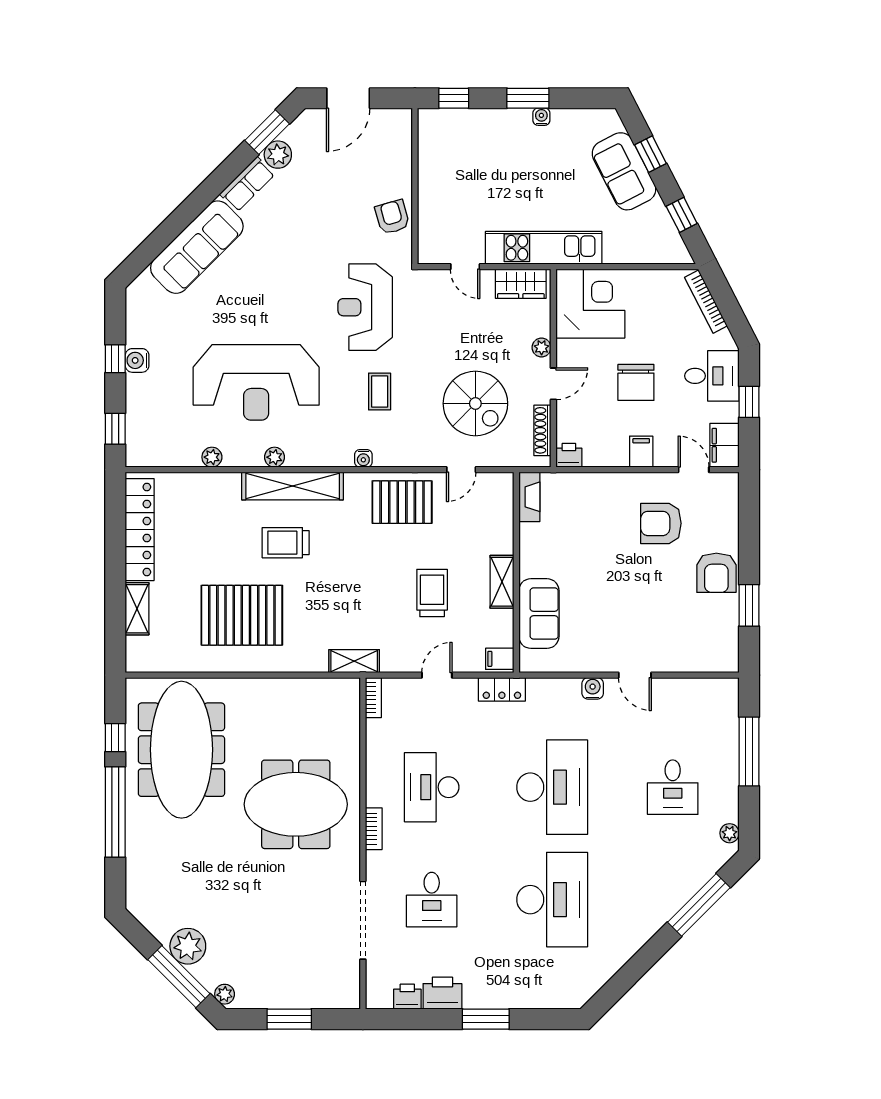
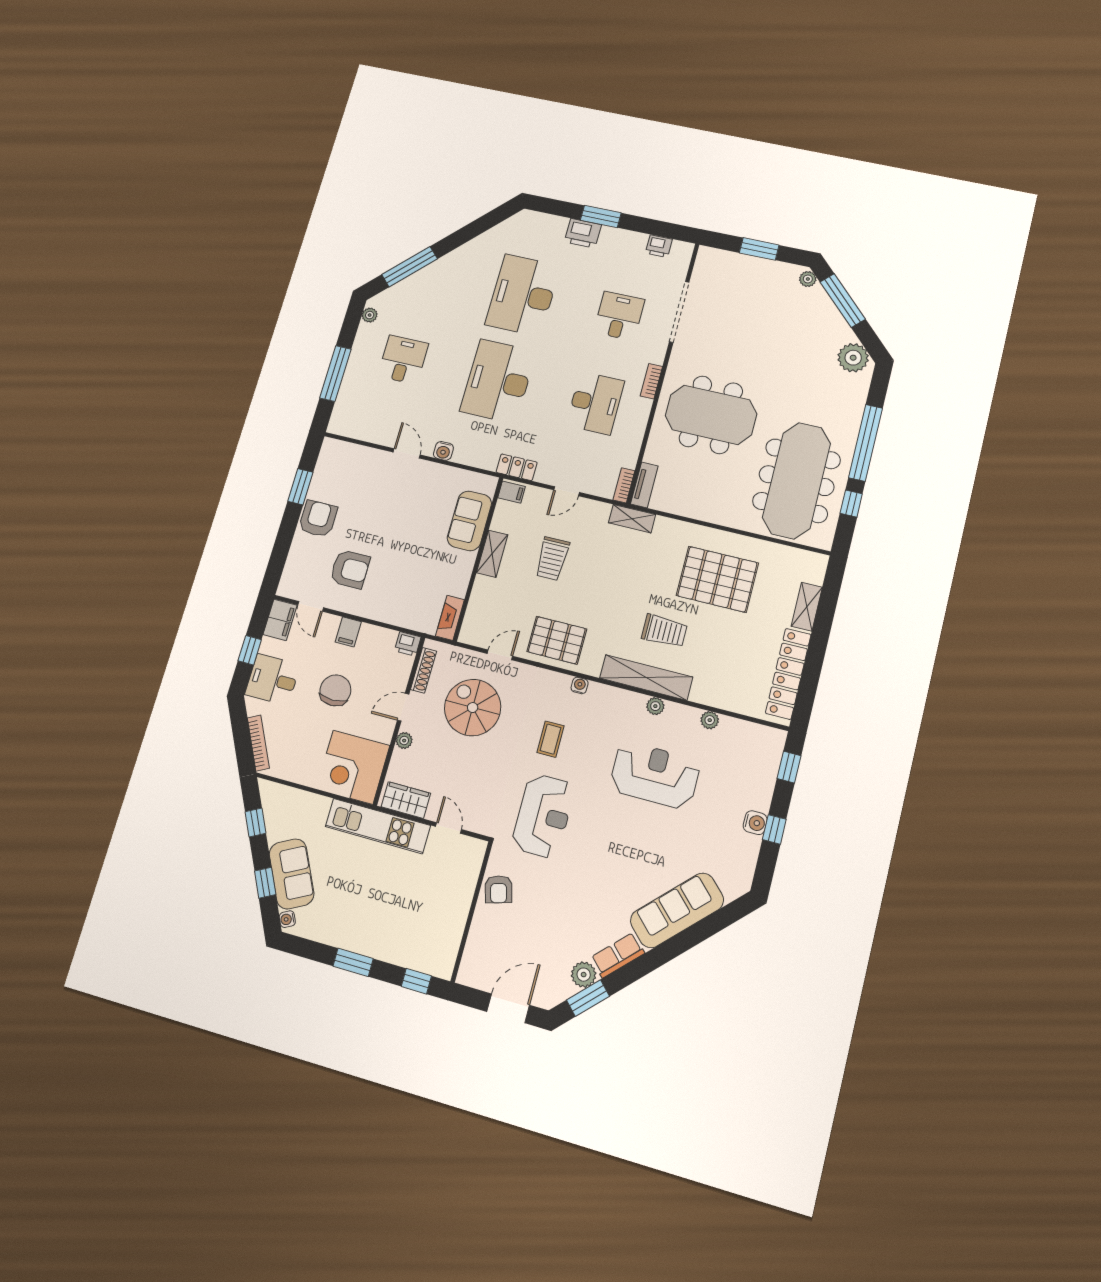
water cooler: (541, 117) -> (287, 919), moved, turned 63
reception desk: (256, 382) -> (655, 775), width x0.74, depth x0.77
tv unit: (350, 704) -> (644, 485), added
plant: (188, 946) -> (853, 358), moved
printer: (442, 993) -> (583, 233), moved

